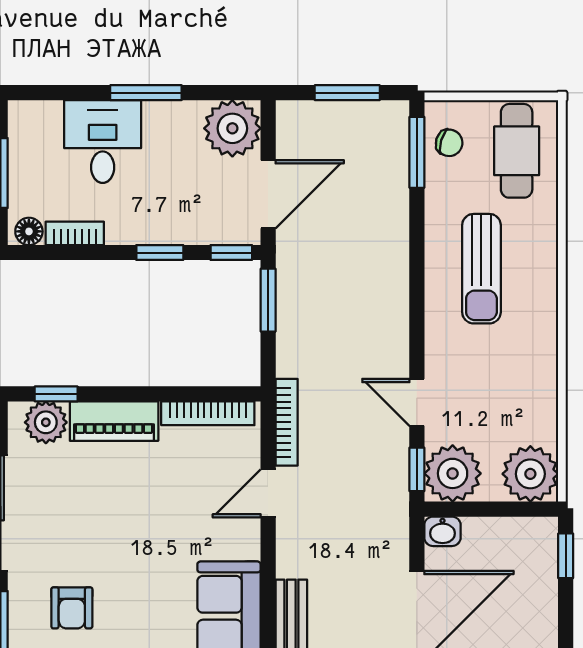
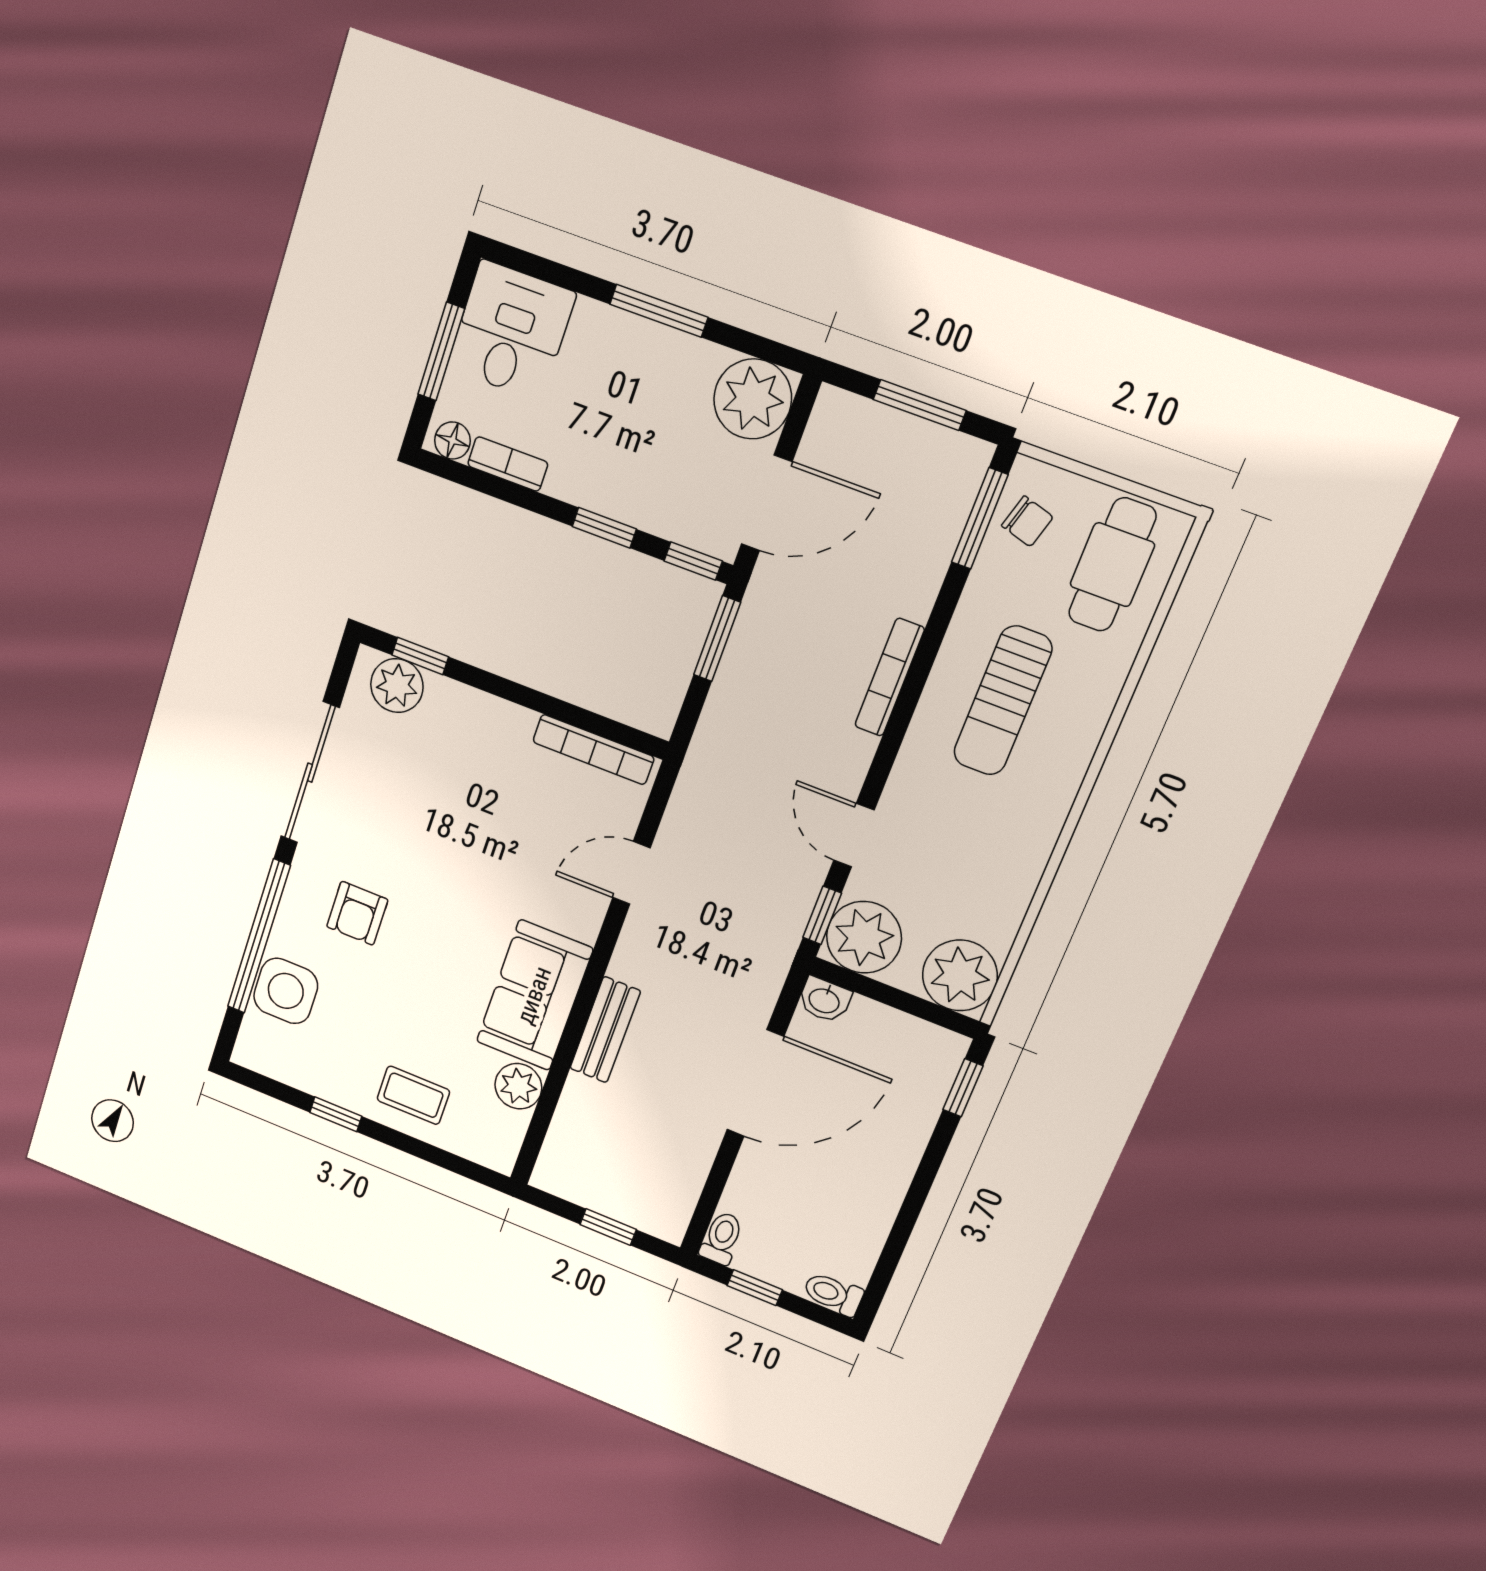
desk: (103, 142) -> (511, 331), moved
piano: (114, 421) -> (478, 715), removed
bookcase: (287, 422) -> (890, 677), moved, turned 180

